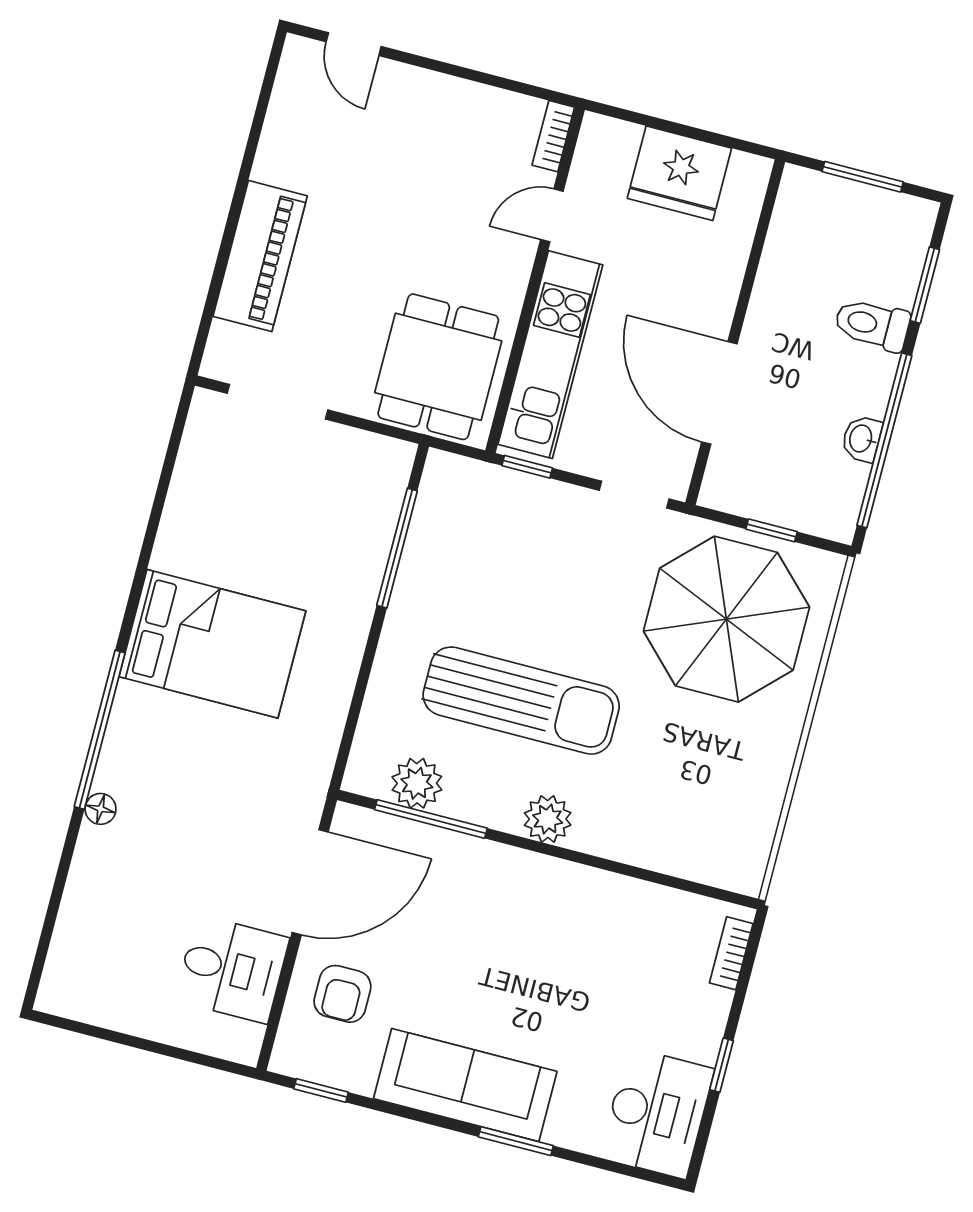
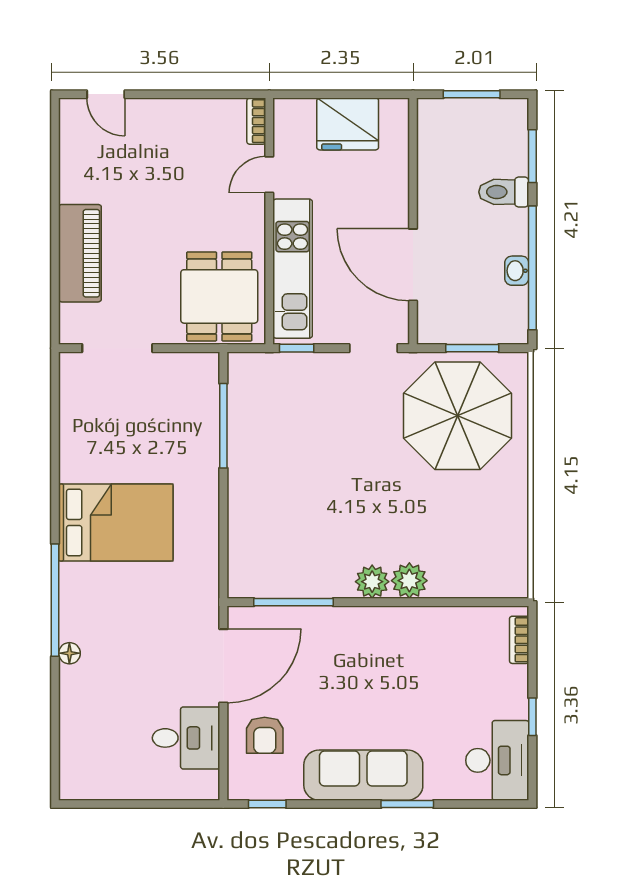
window: (772, 530) -> (472, 348), width x1.50
sun lounger: (521, 701) -> (334, 507), removed
plant: (417, 783) -> (409, 581), moved

